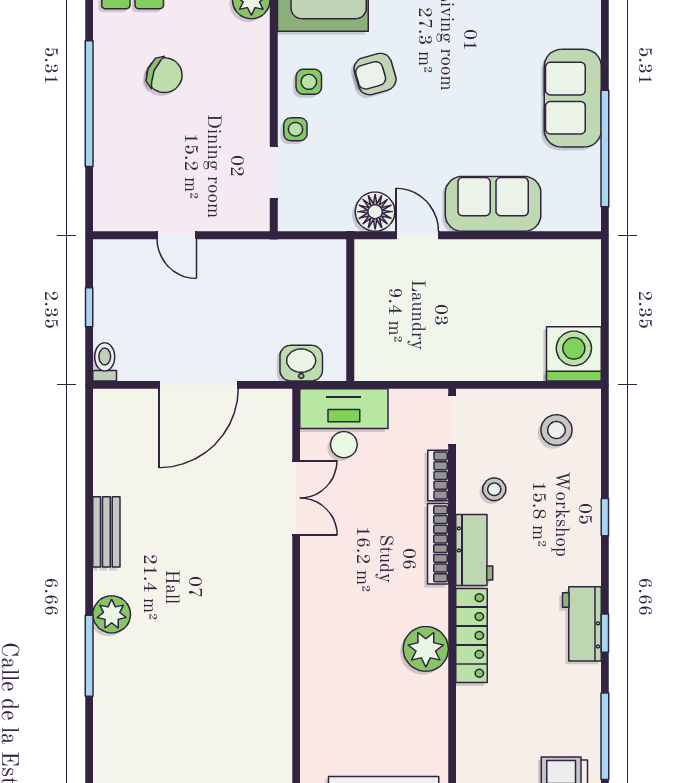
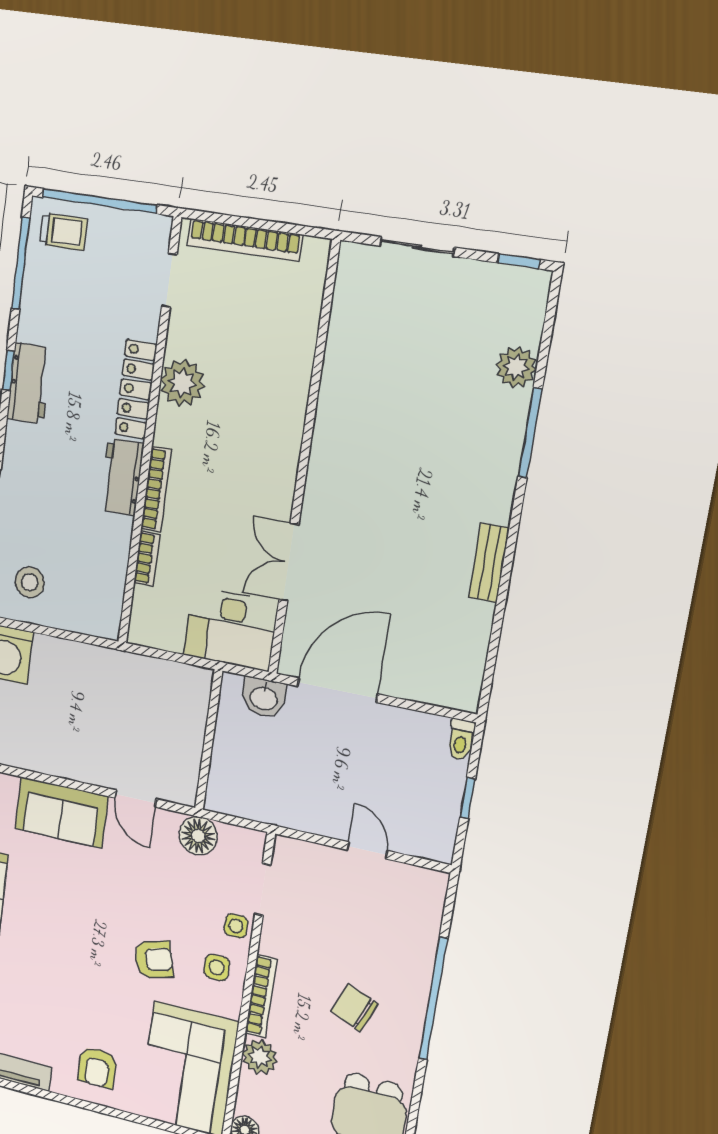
bookcase: (259, 63) -> (261, 996), added
floor lamp: (375, 212) -> (198, 836), moved
door: (198, 385) -> (337, 690), moved
doorway: (452, 420) -> (169, 280), moved
stool: (494, 489) -> (95, 535), removed
plant: (112, 614) -> (516, 367), moved

